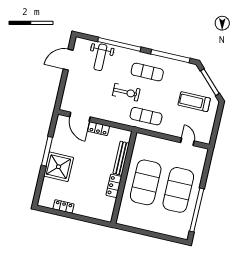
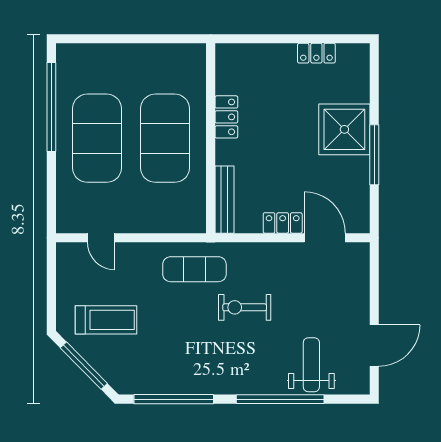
exercise mat: (147, 72) -> (212, 357), removed
bench: (121, 158) -> (224, 200), moved

